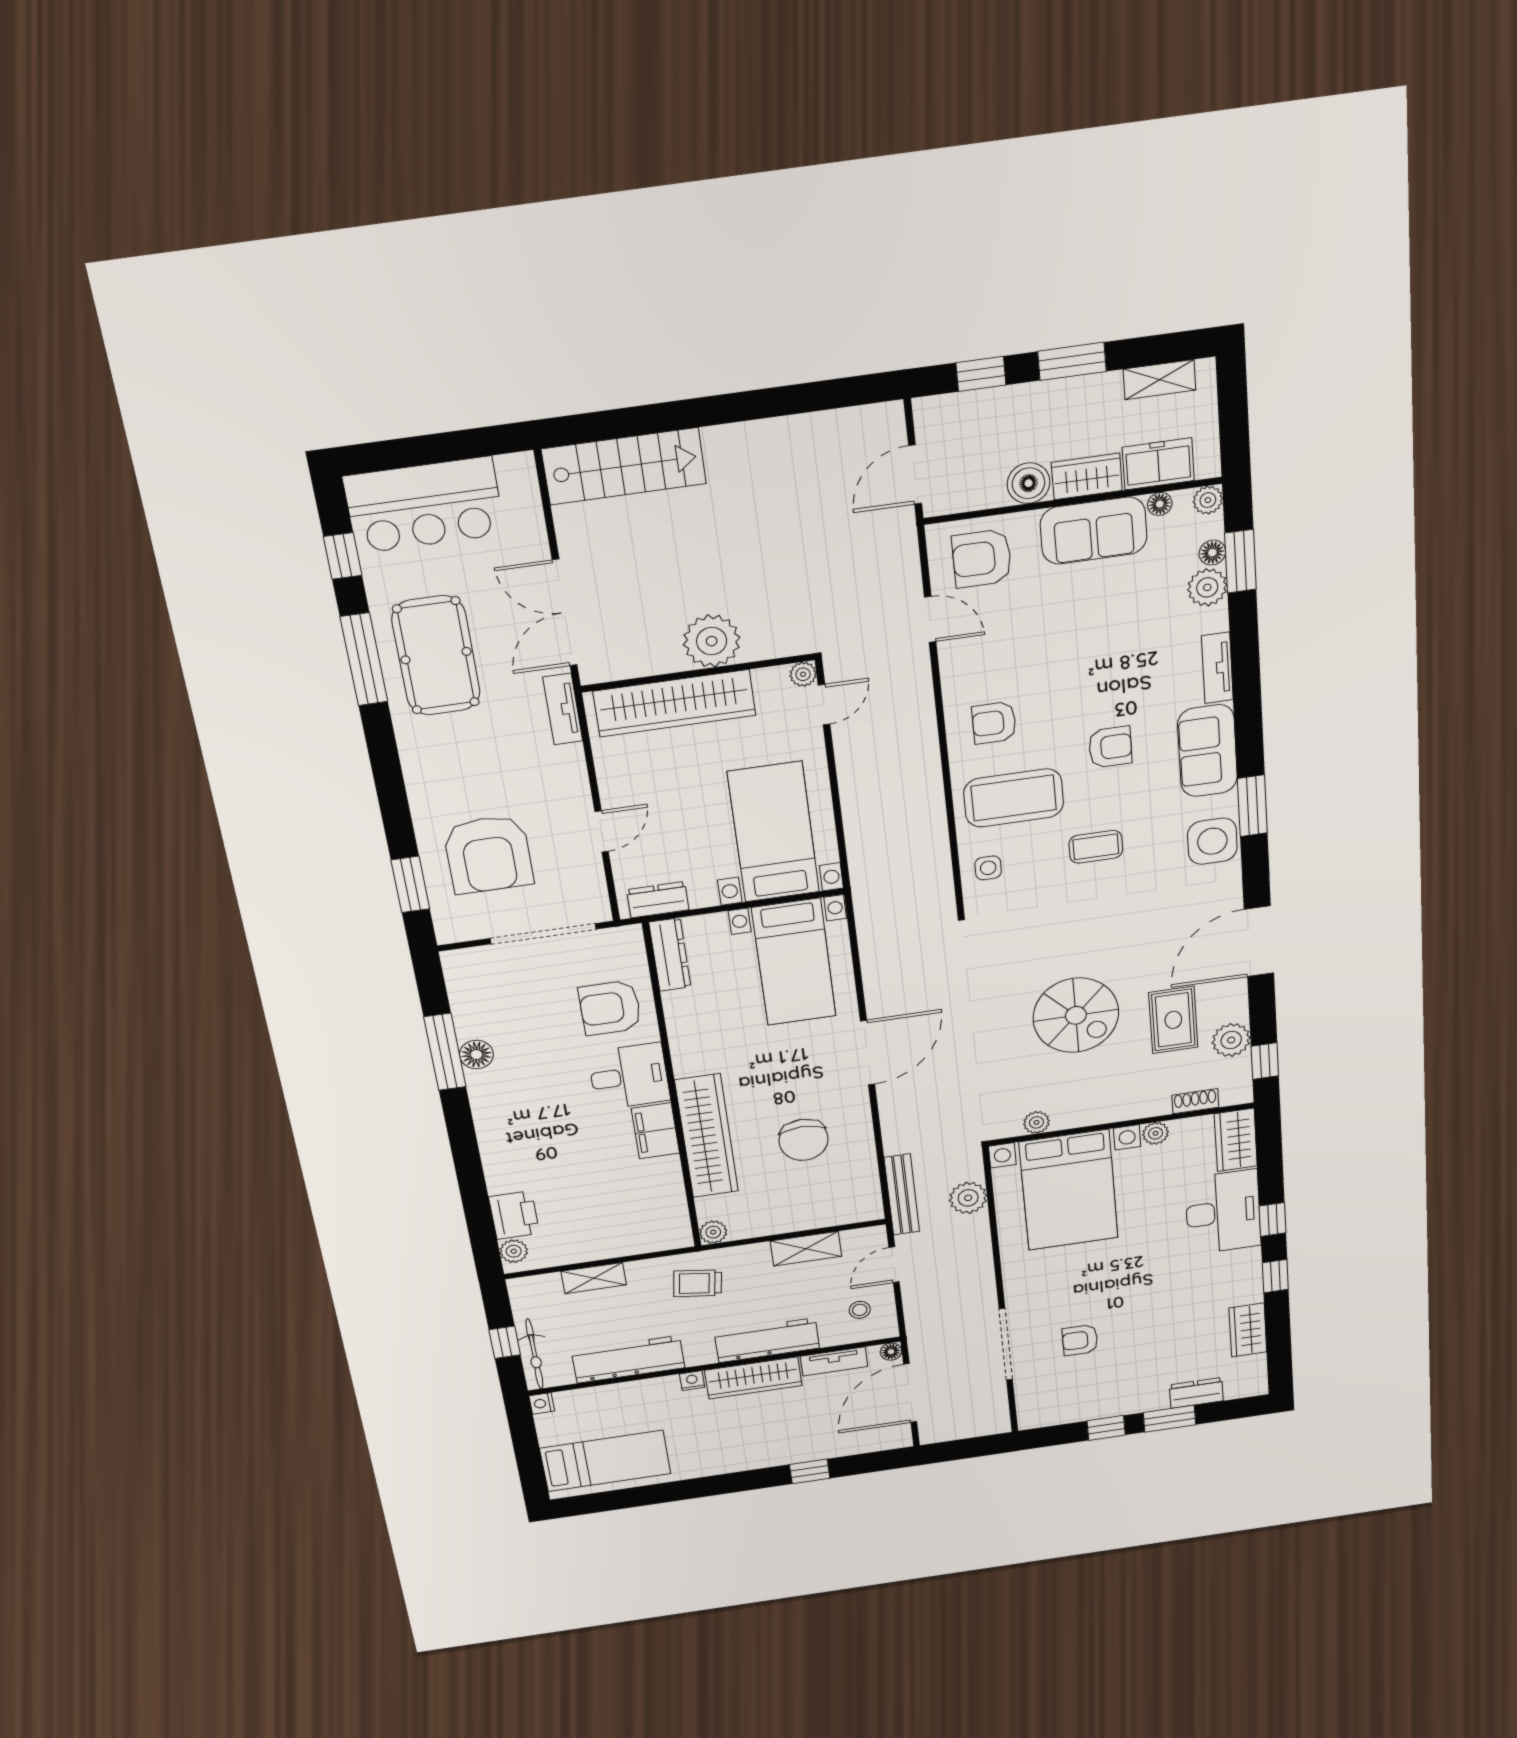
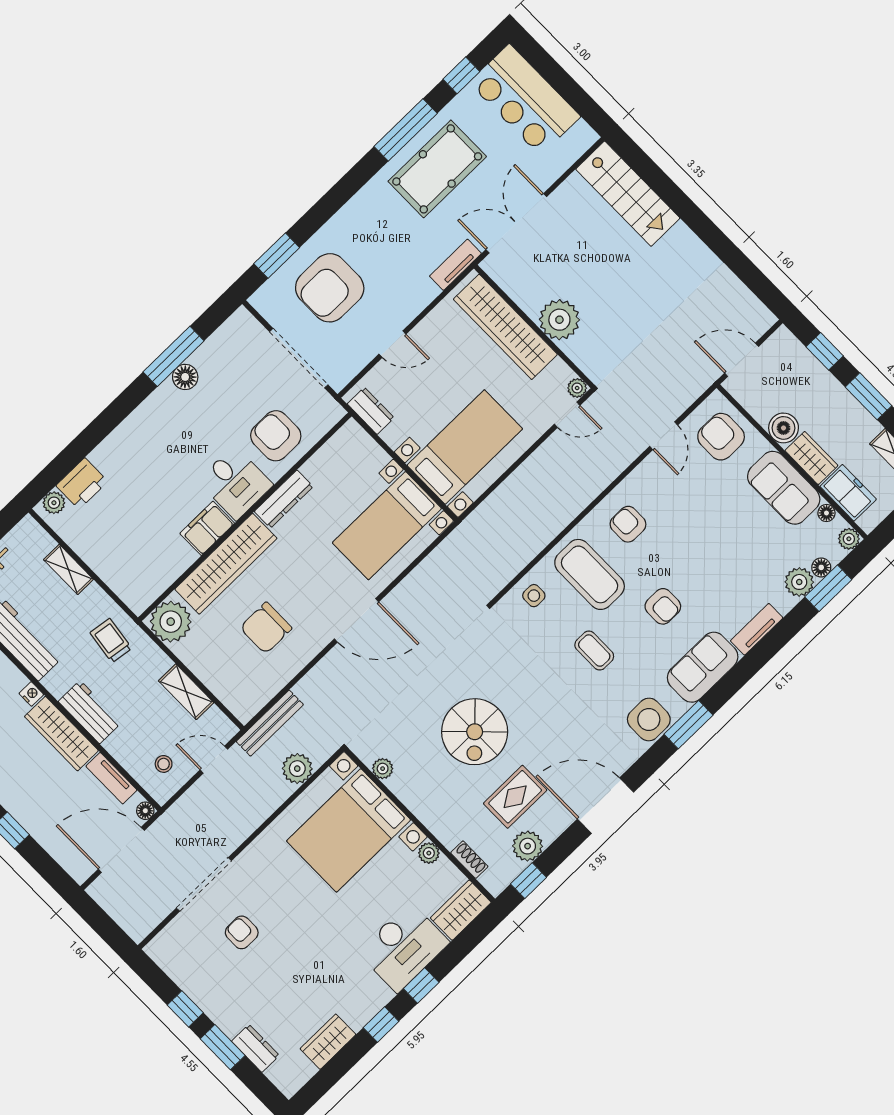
dresser: (670, 955) -> (284, 499), moved
plant: (713, 1232) -> (171, 622), width x1.87, depth x1.87
workbench: (767, 1340) -> (90, 712), width x0.73

